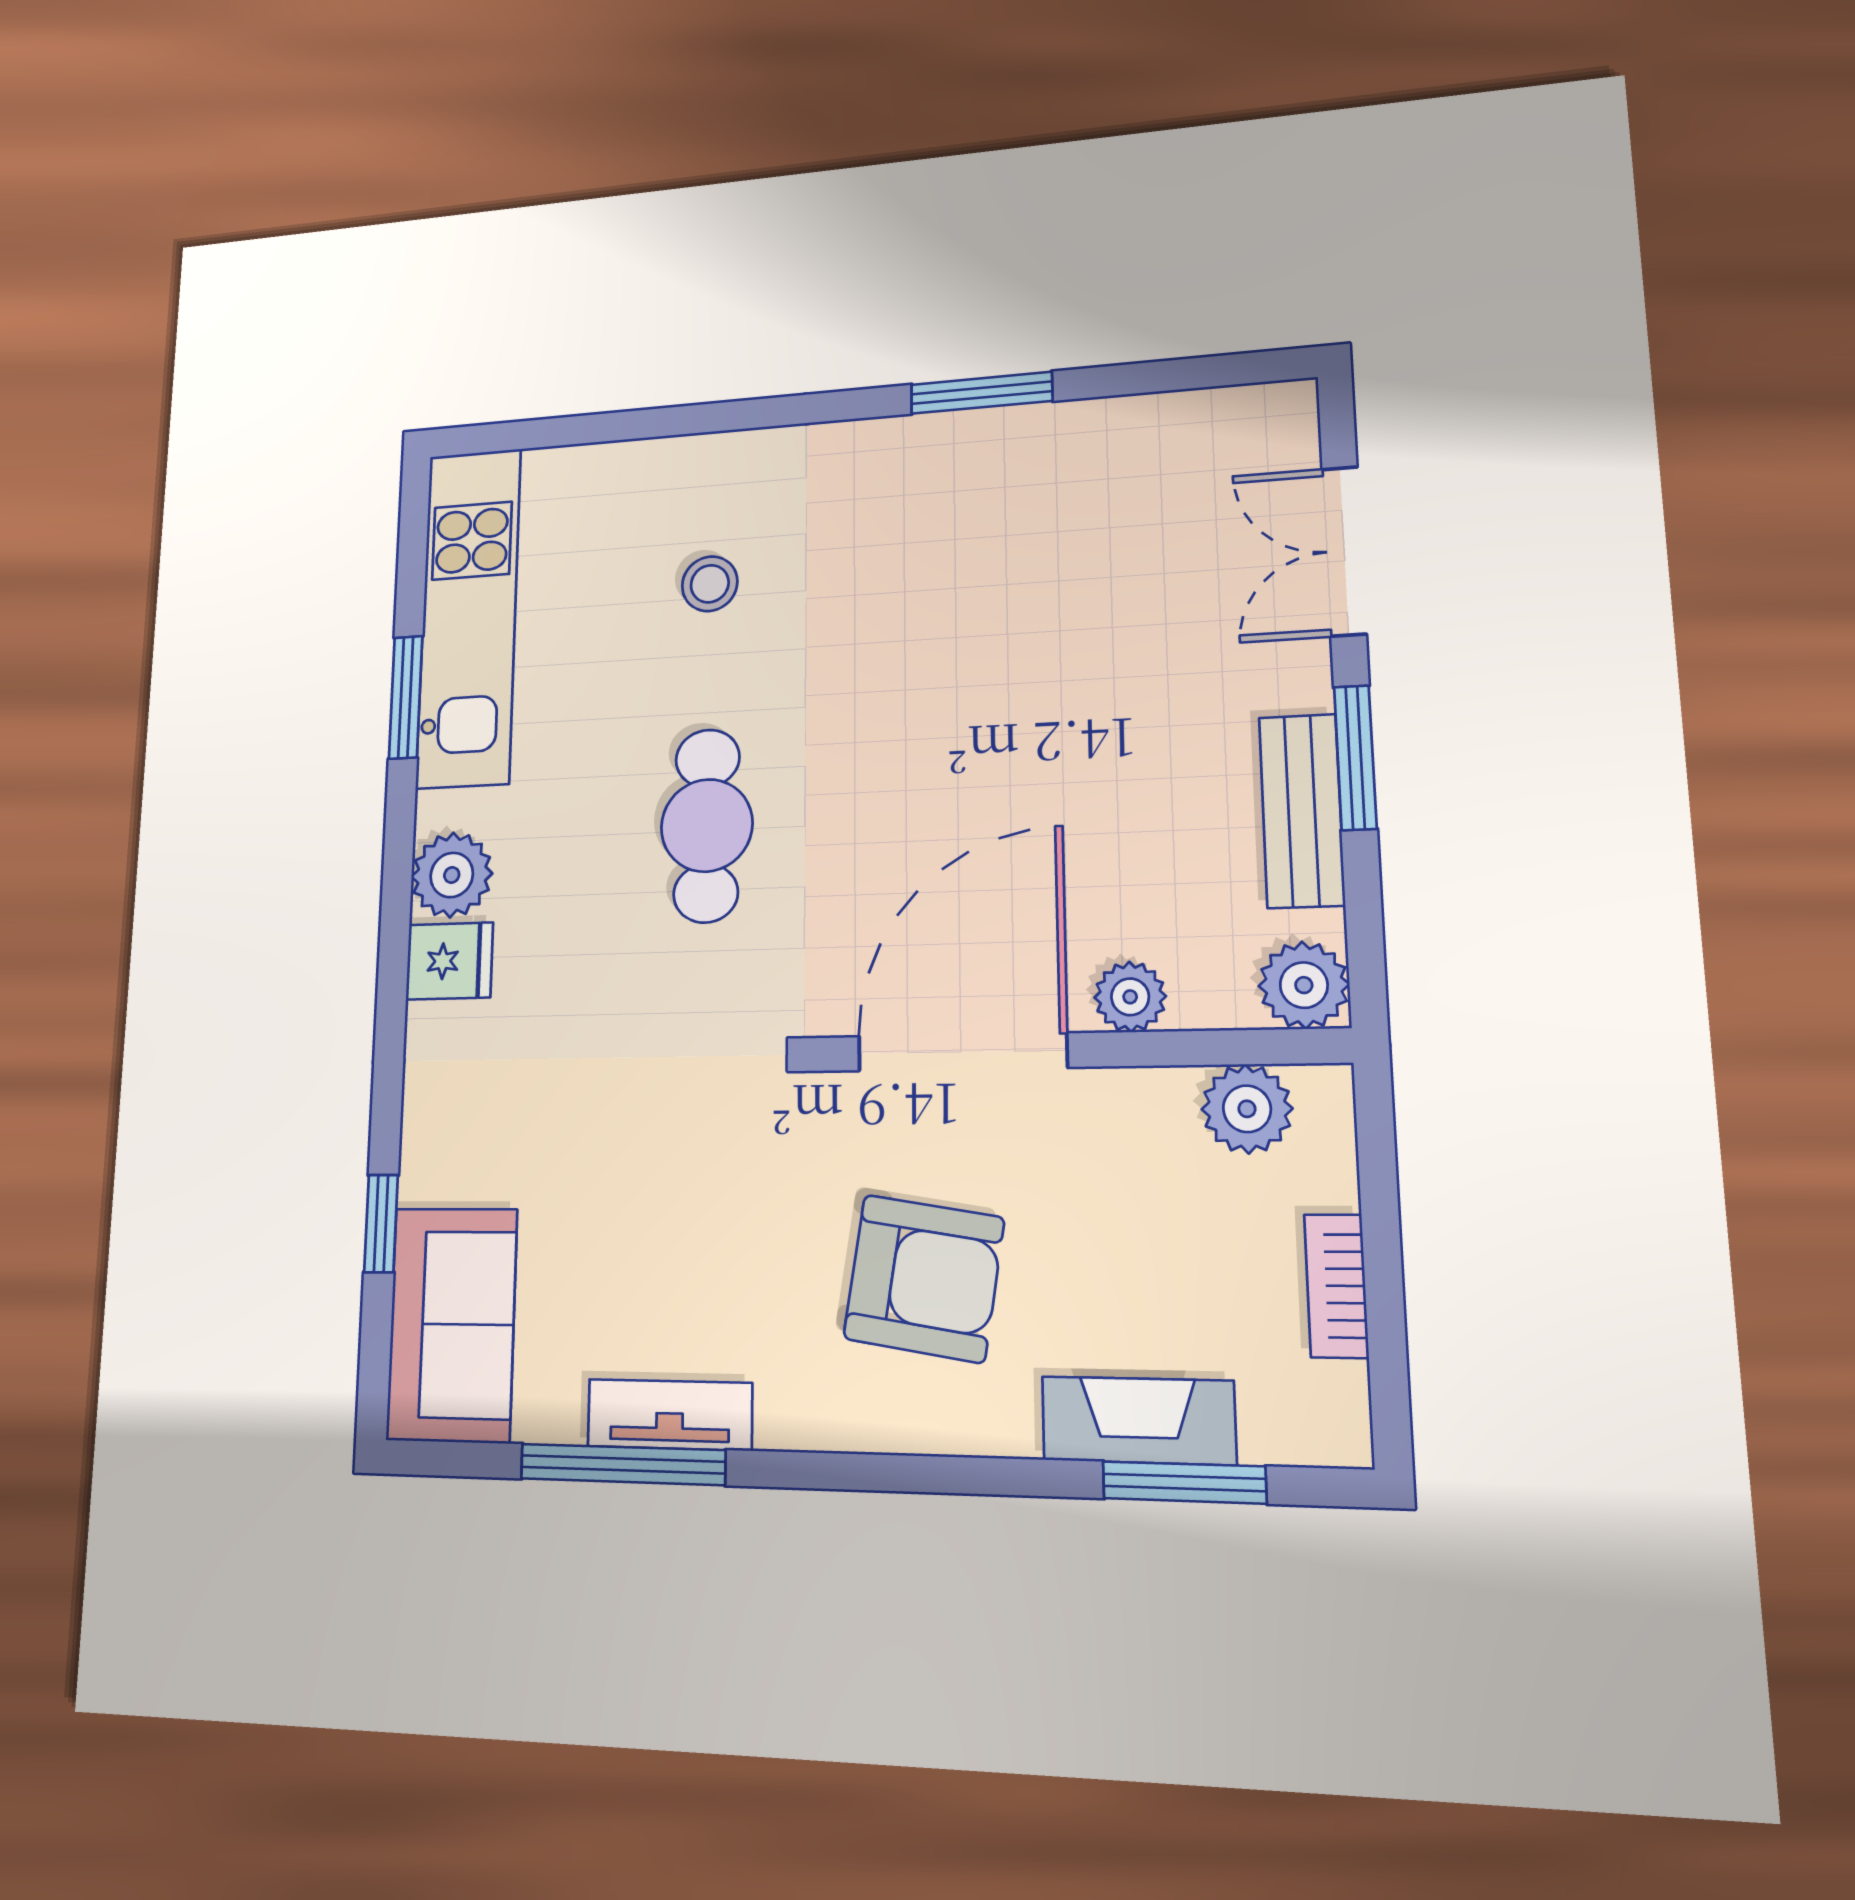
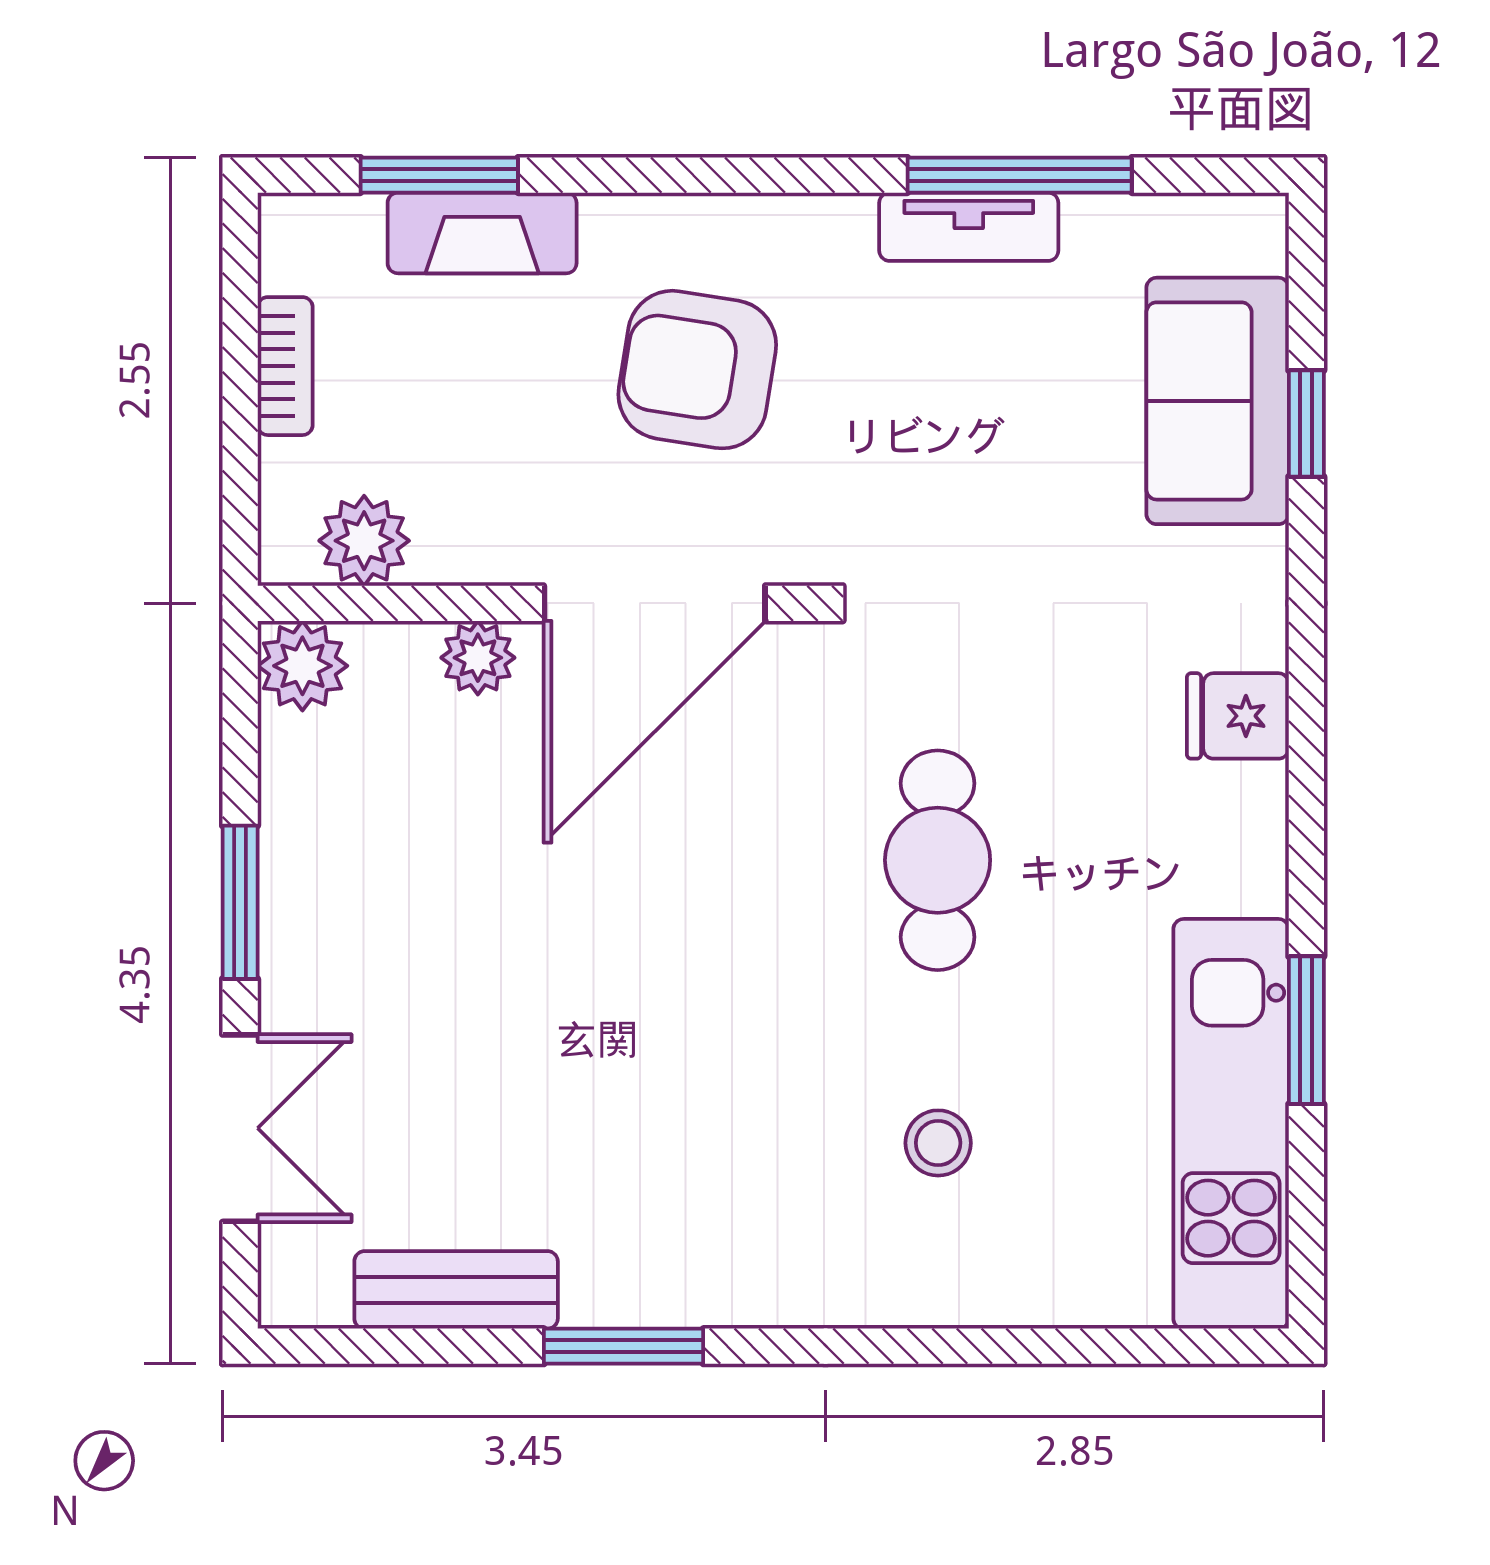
bench: (1302, 811) -> (456, 1290), moved, turned 90
plant: (452, 875) -> (1239, 815), removed
sofa: (452, 1324) -> (1218, 401), moved

